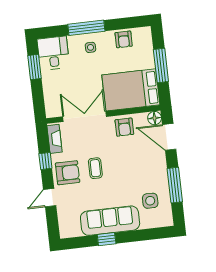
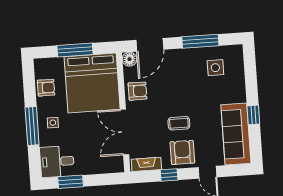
bed: (131, 90) -> (92, 83), width x1.36
sofa: (110, 221) -> (236, 134), moved

